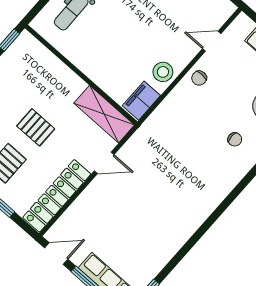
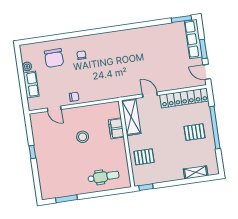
stool: (163, 72) -> (83, 137), moved
filing cabinet: (141, 101) -> (116, 128), moved, turned 90
pallet: (36, 127) -> (144, 157), moved, turned 90

